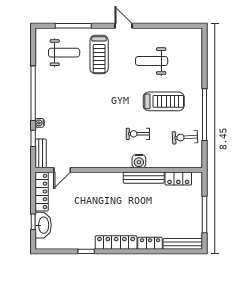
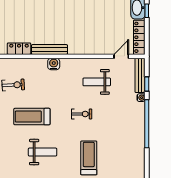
weight bench: (64, 53) -> (97, 82), moved
exercise bike: (138, 134) -> (82, 114), moved
bench: (41, 153) -> (140, 75), width x1.36

